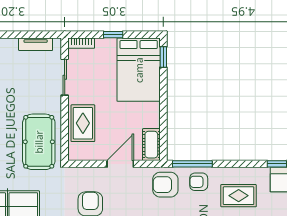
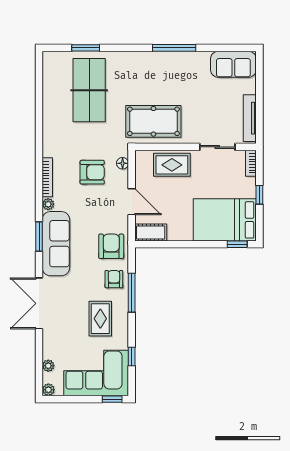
tv unit: (36, 44) -> (250, 118), width x1.41
window: (192, 164) -> (132, 293), moved
floor lamp: (81, 173) -> (123, 163), added

